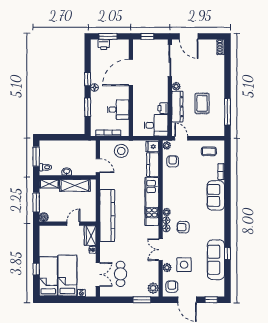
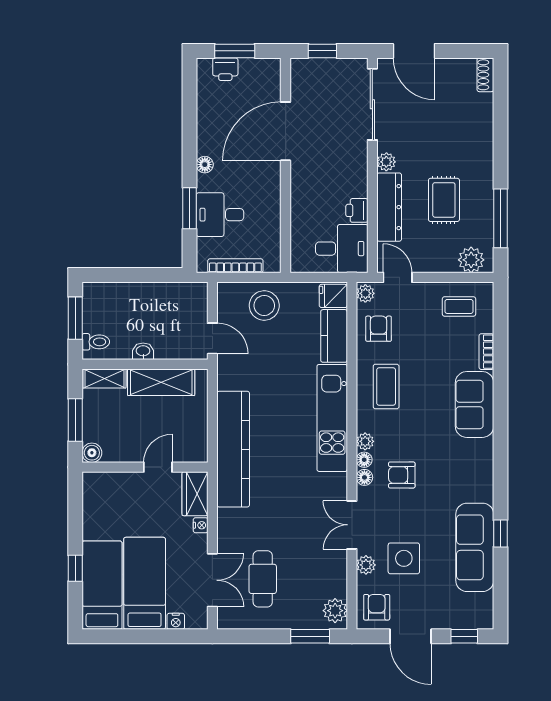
window: (88, 79) -> (189, 146), removed
desk: (118, 110) -> (220, 215), moved, turned 180
plant: (214, 130) -> (471, 260), added
coffee table: (176, 187) -> (386, 387), added

